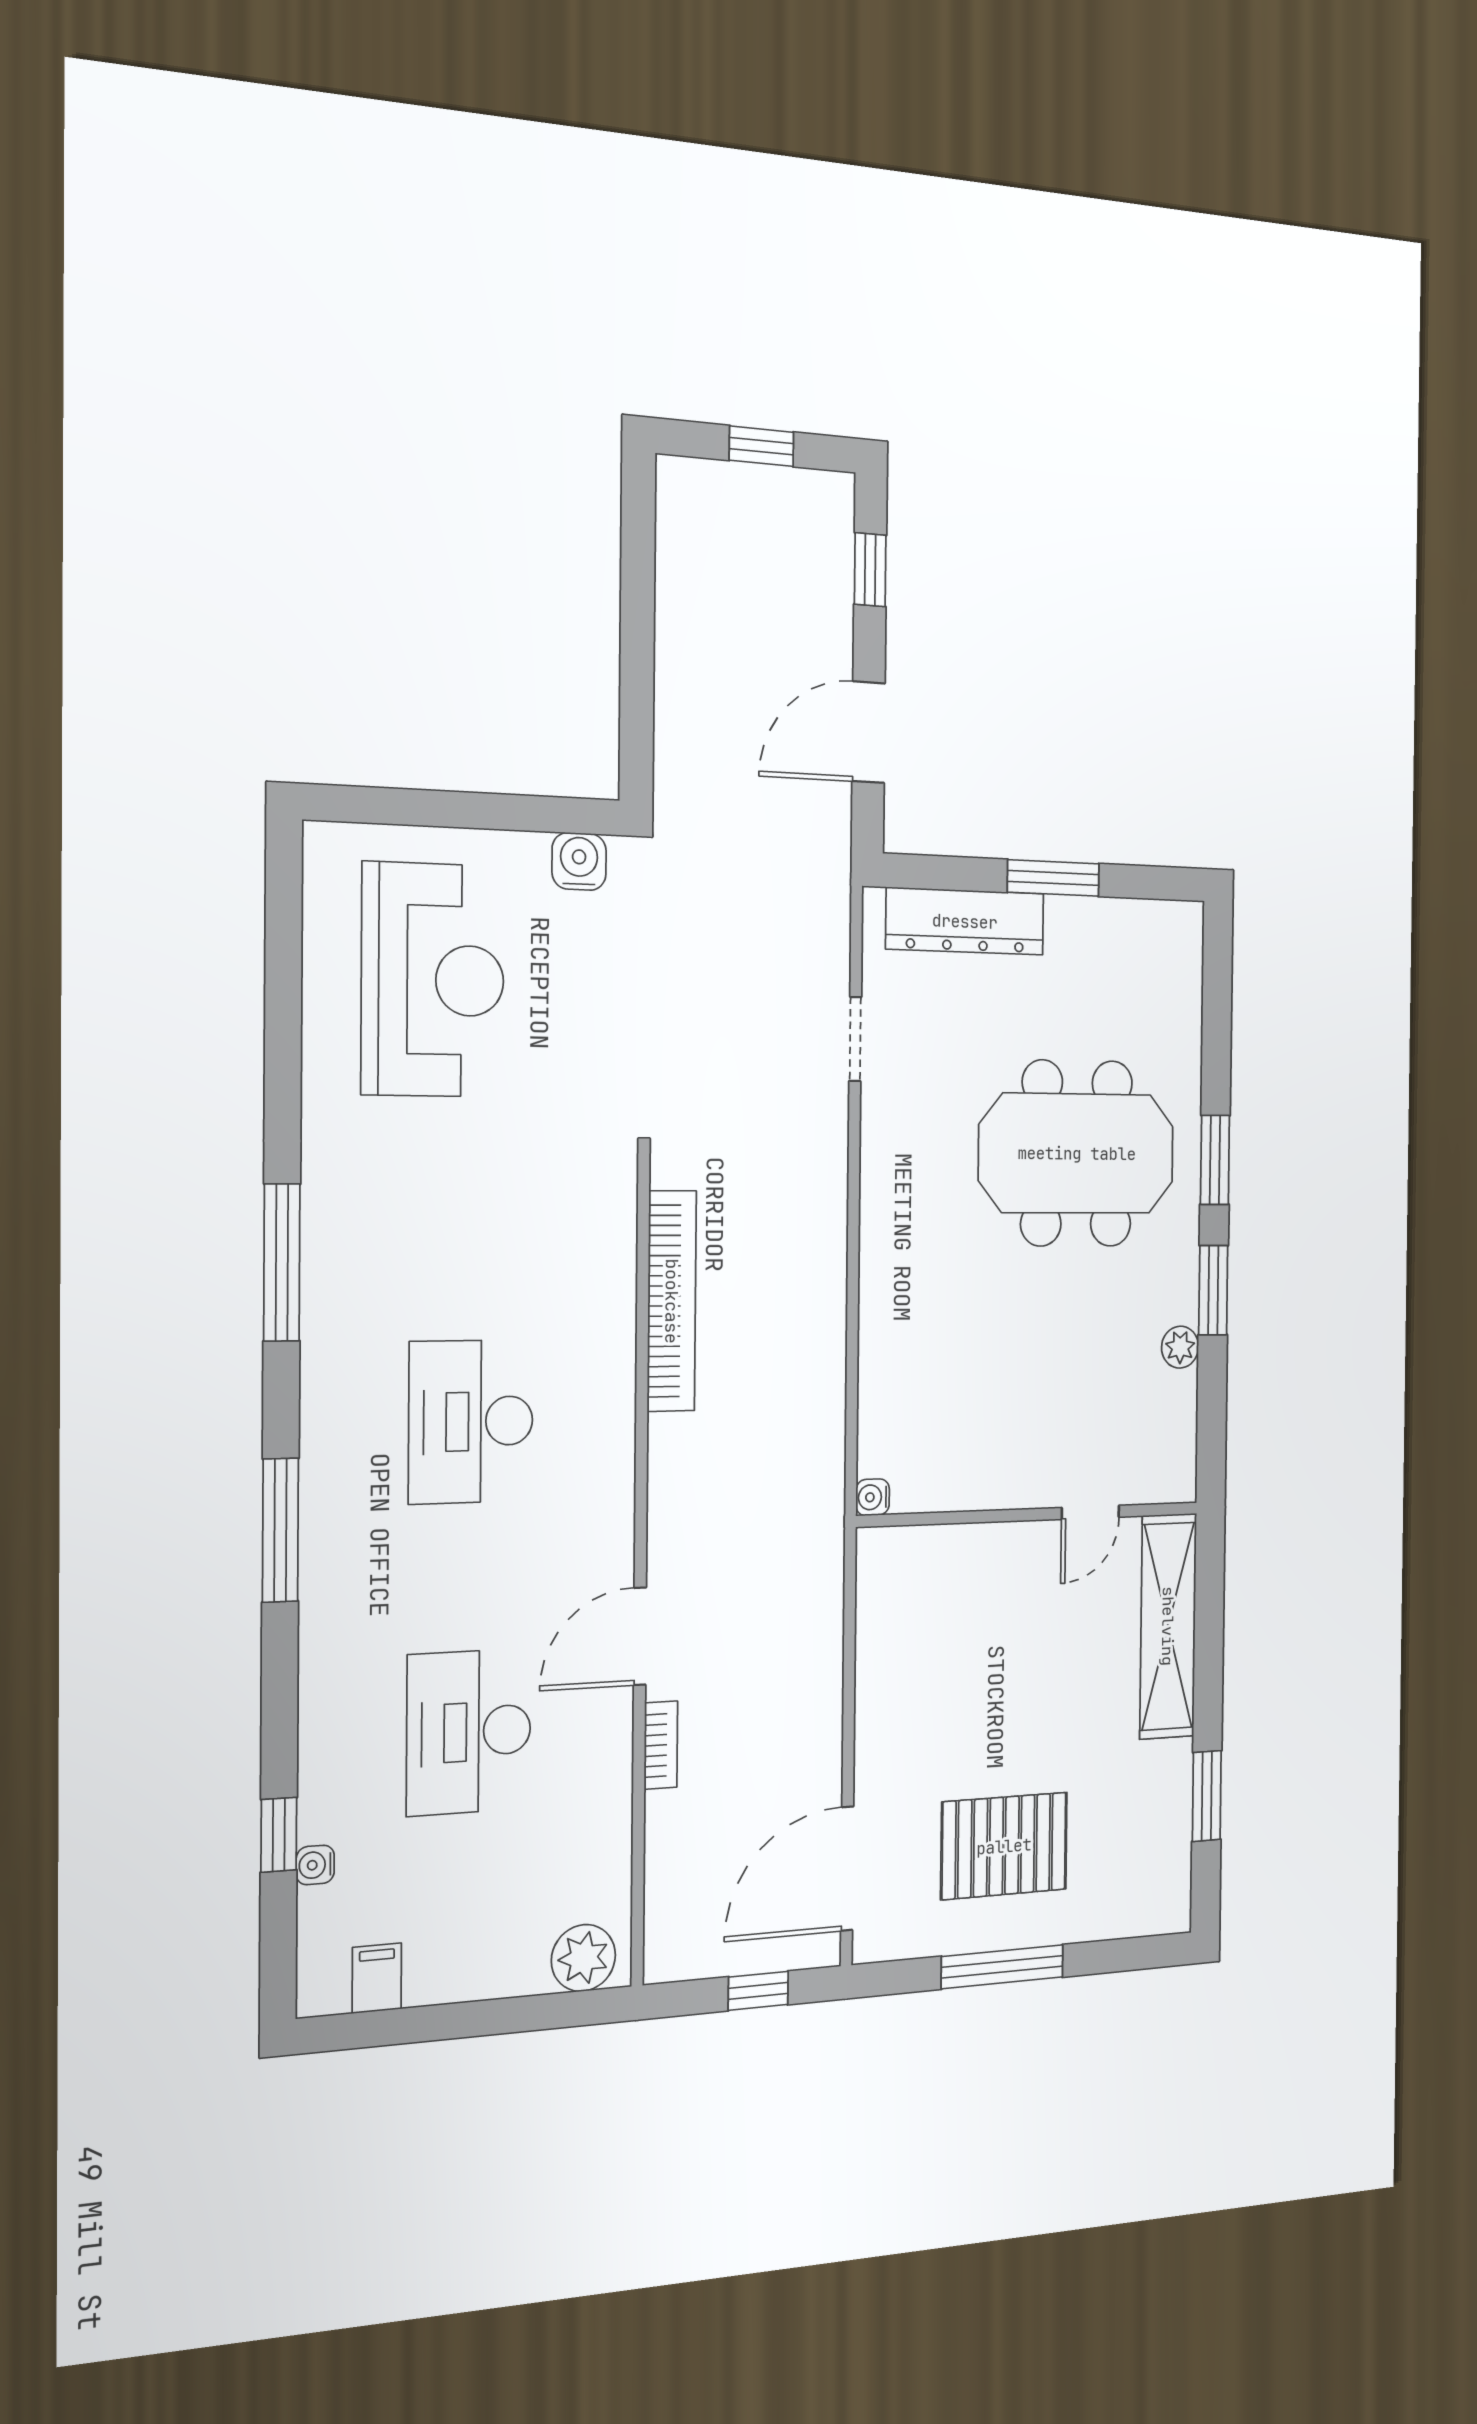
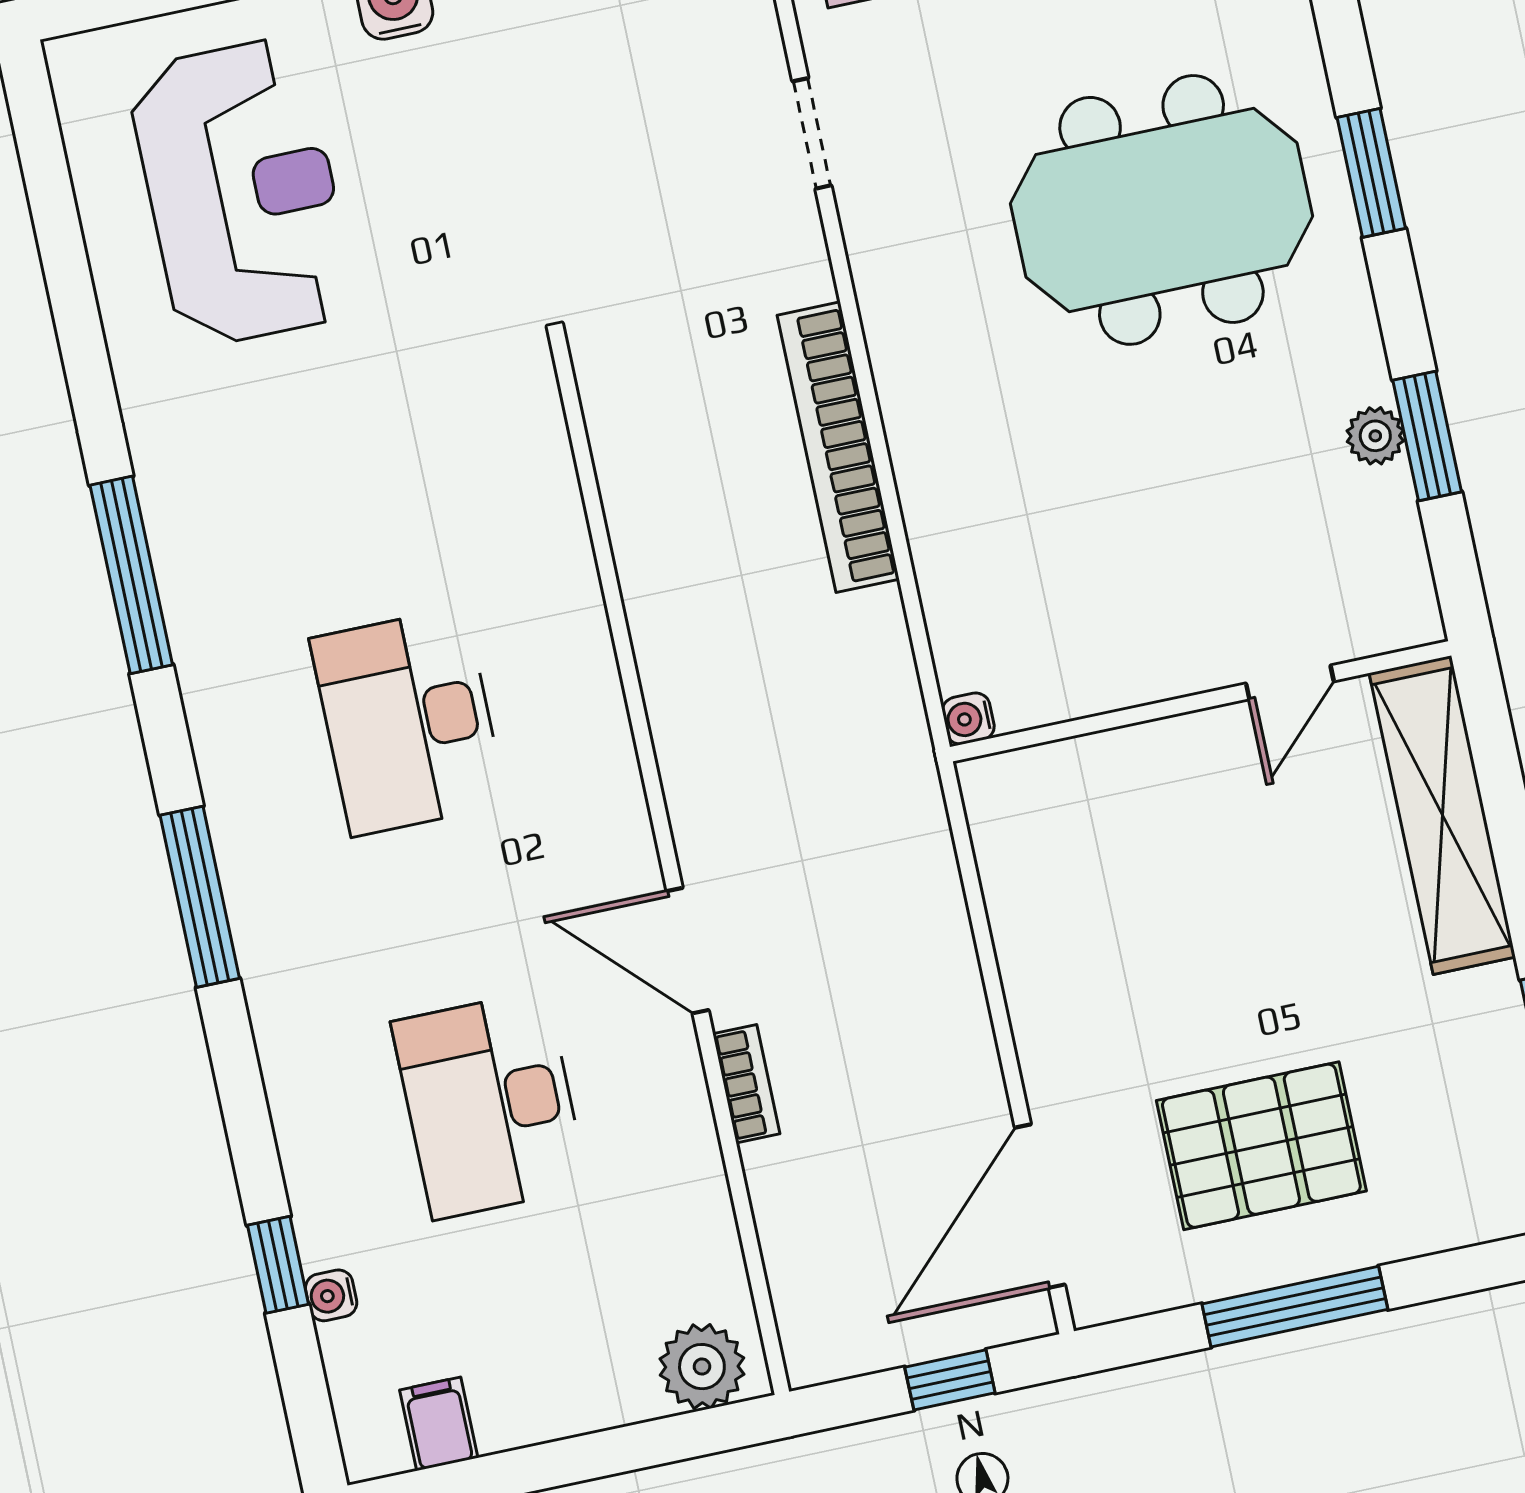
window: (1213, 1290) -> (1427, 436), moved
bookcase: (672, 1301) -> (838, 447), moved, turned 180
door: (640, 1636) -> (688, 951), hinge flipped

